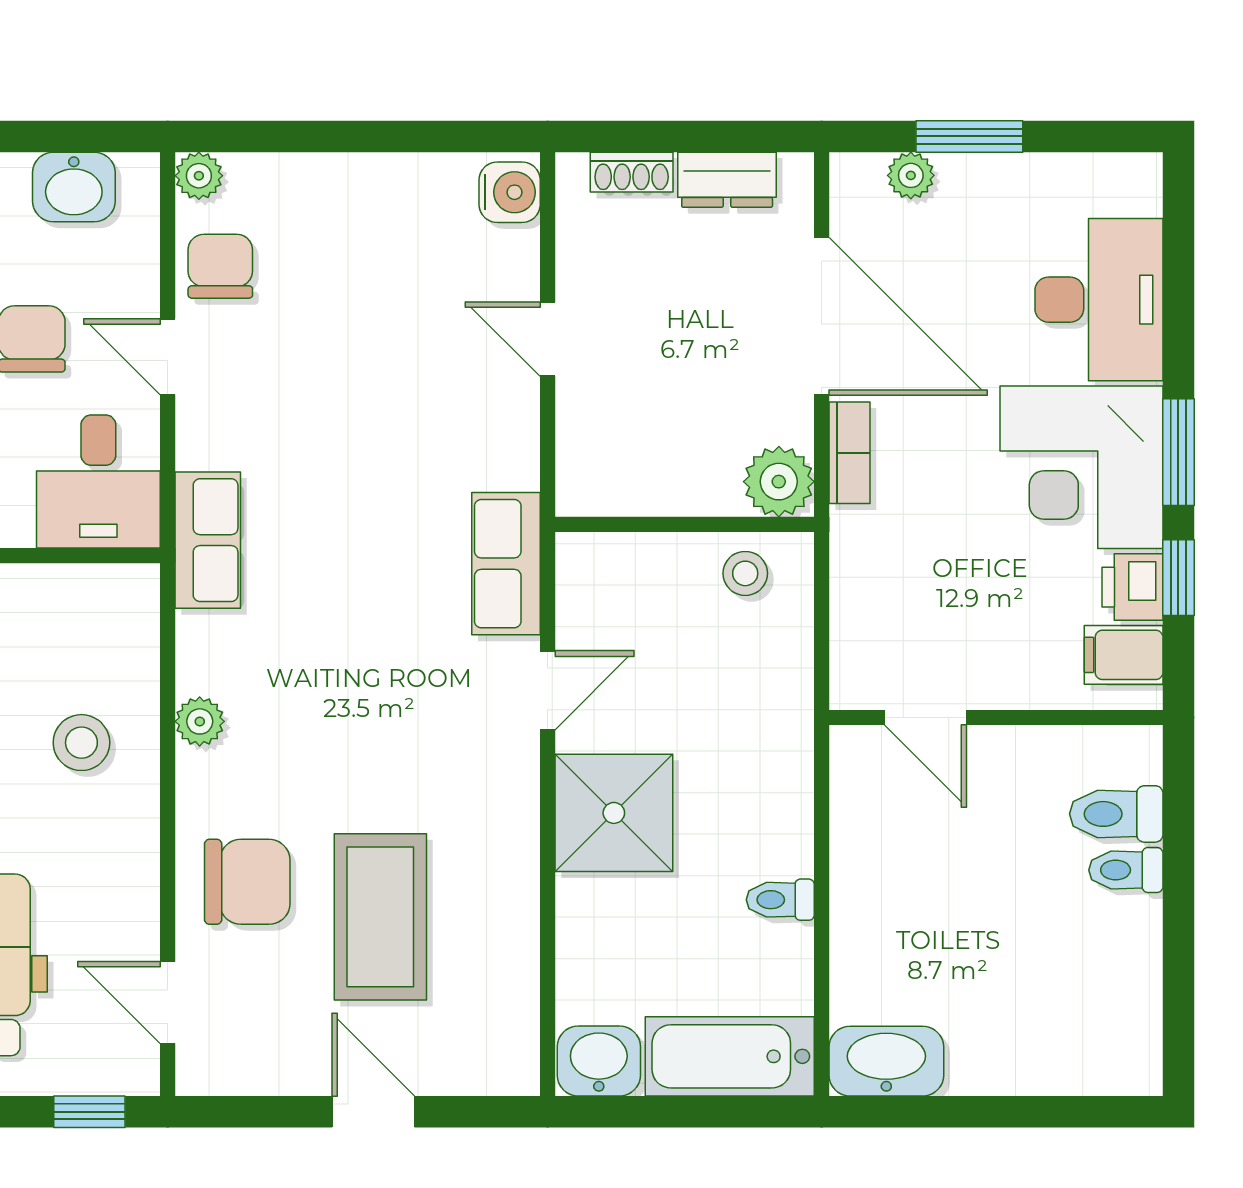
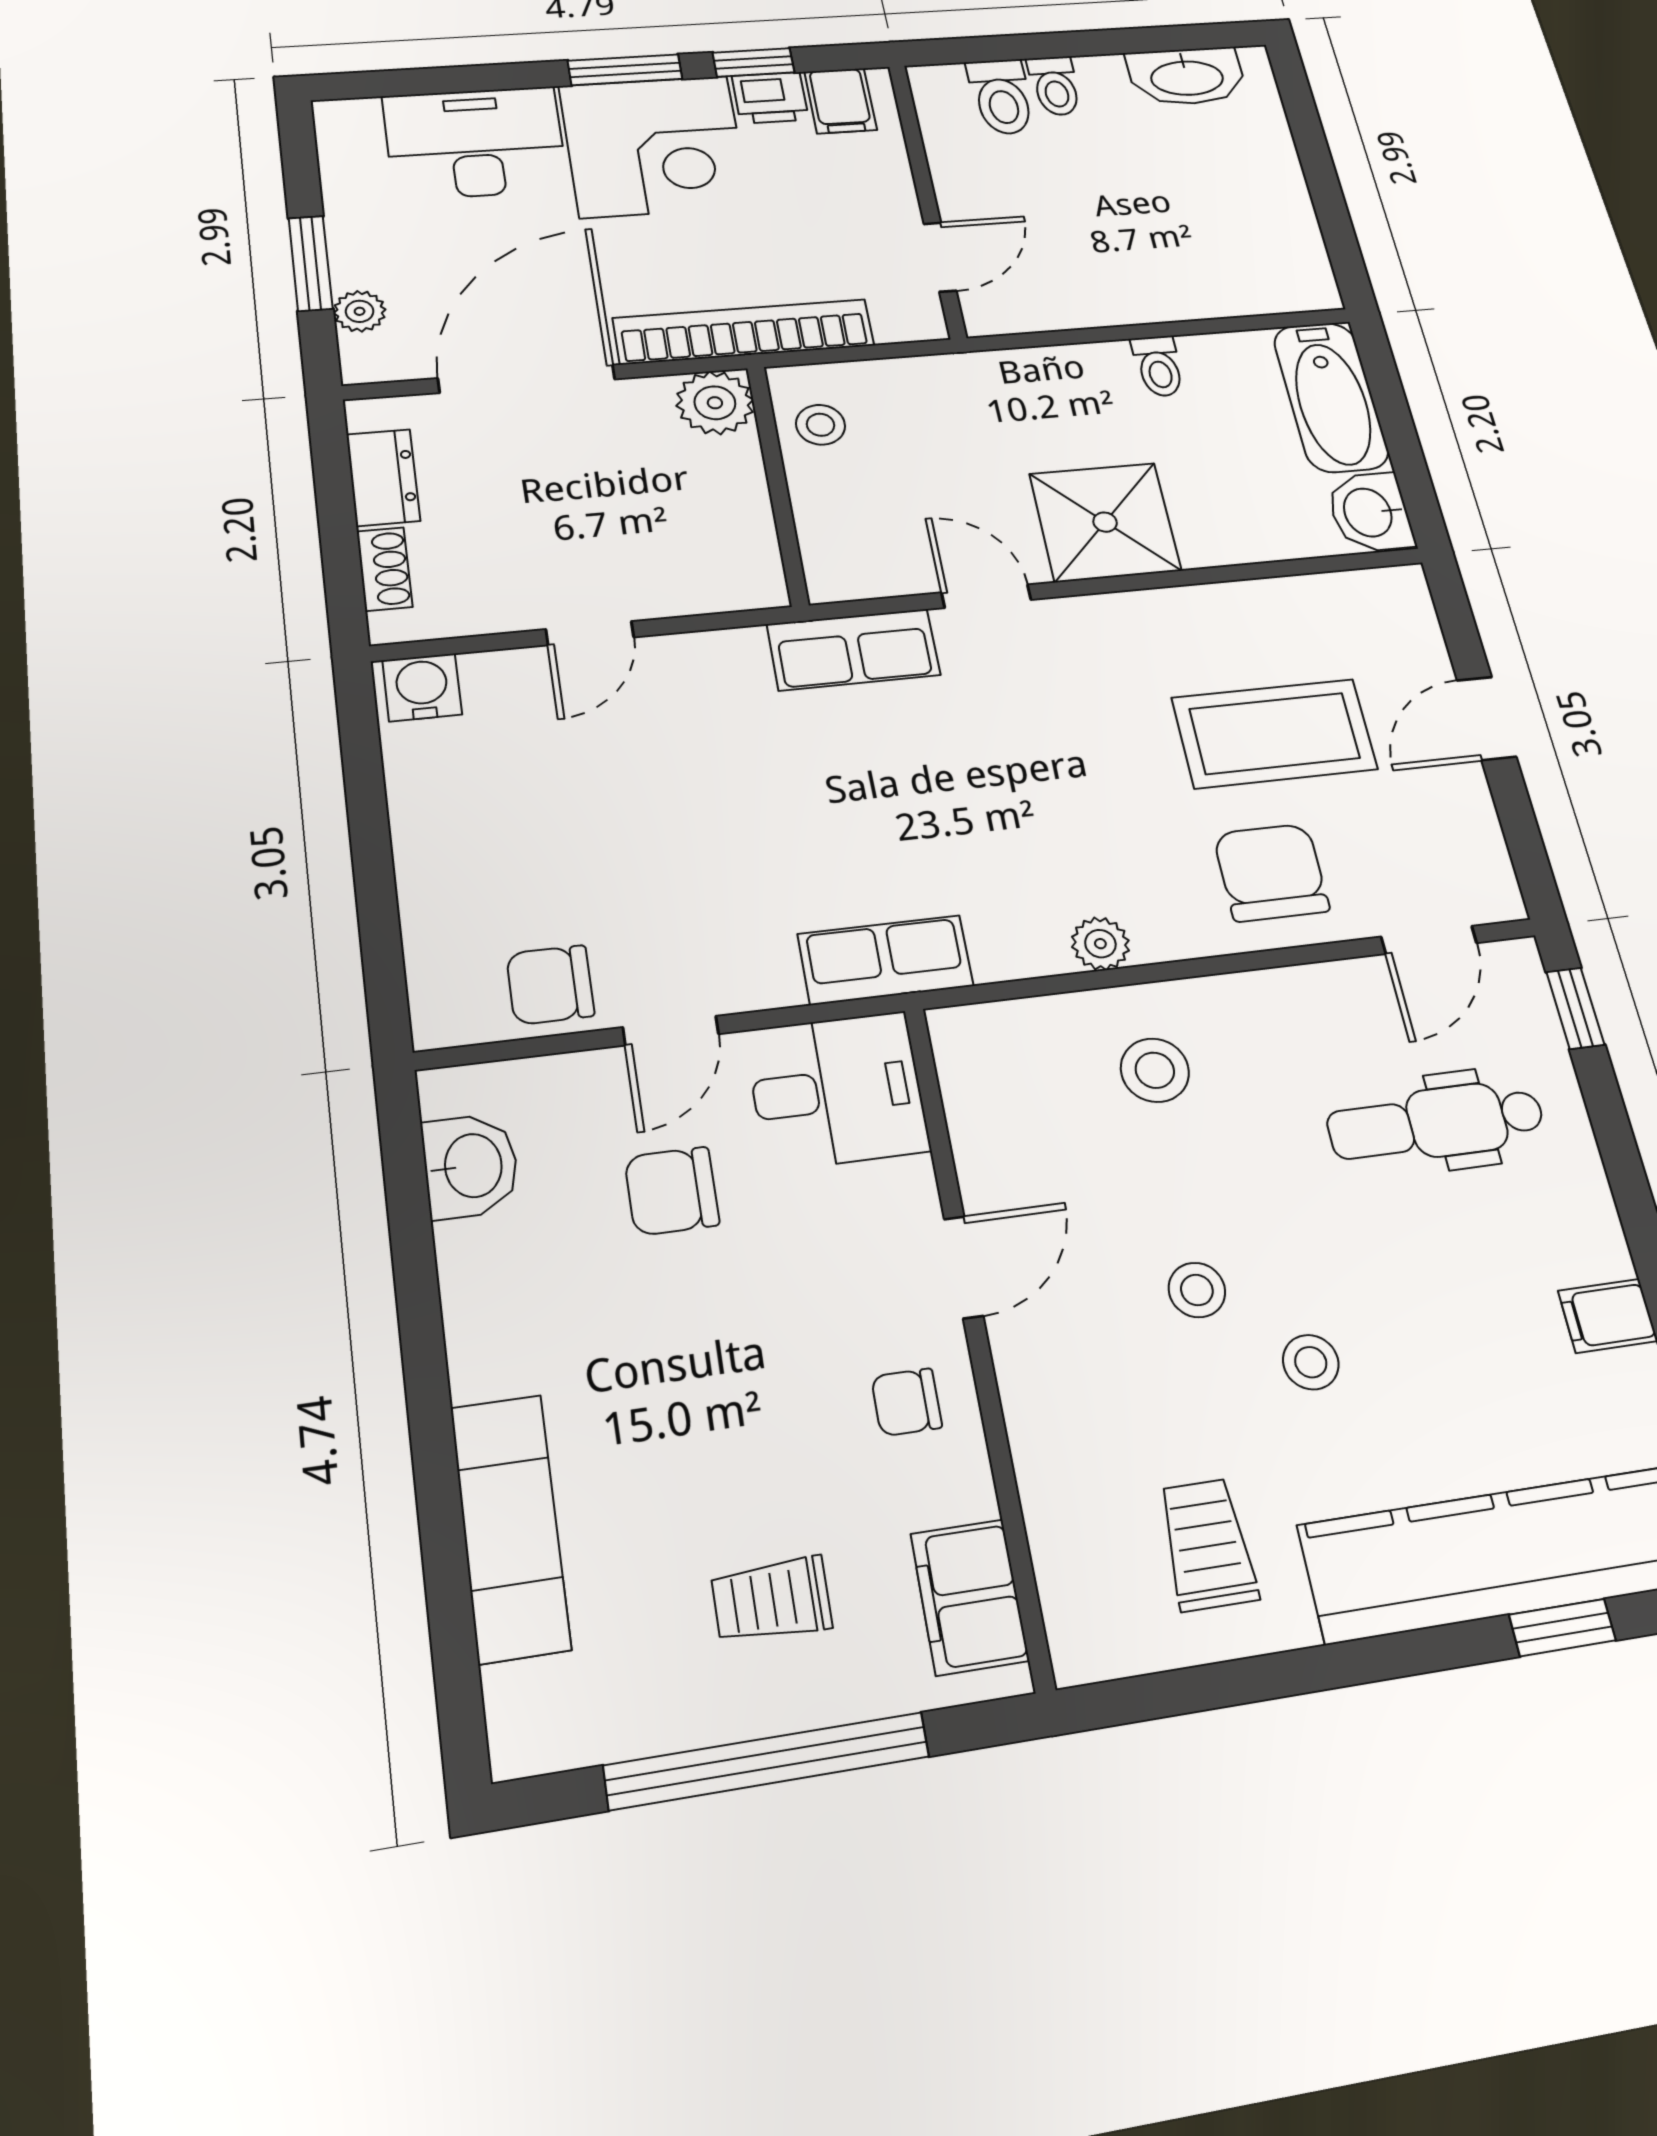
plant: (199, 176) -> (440, 1022), removed
bookcase: (849, 453) -> (744, 332), width x2.31, depth x1.31
washbasin: (886, 1061) -> (1187, 77), moved, turned -90

